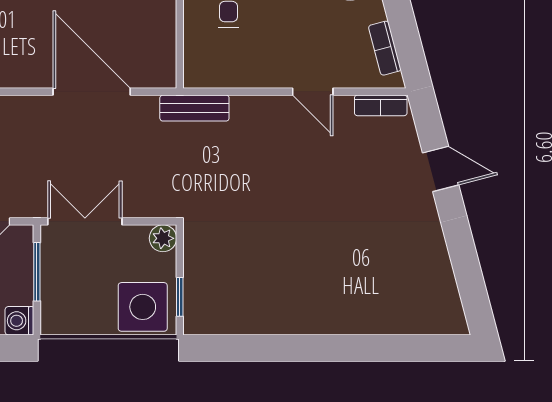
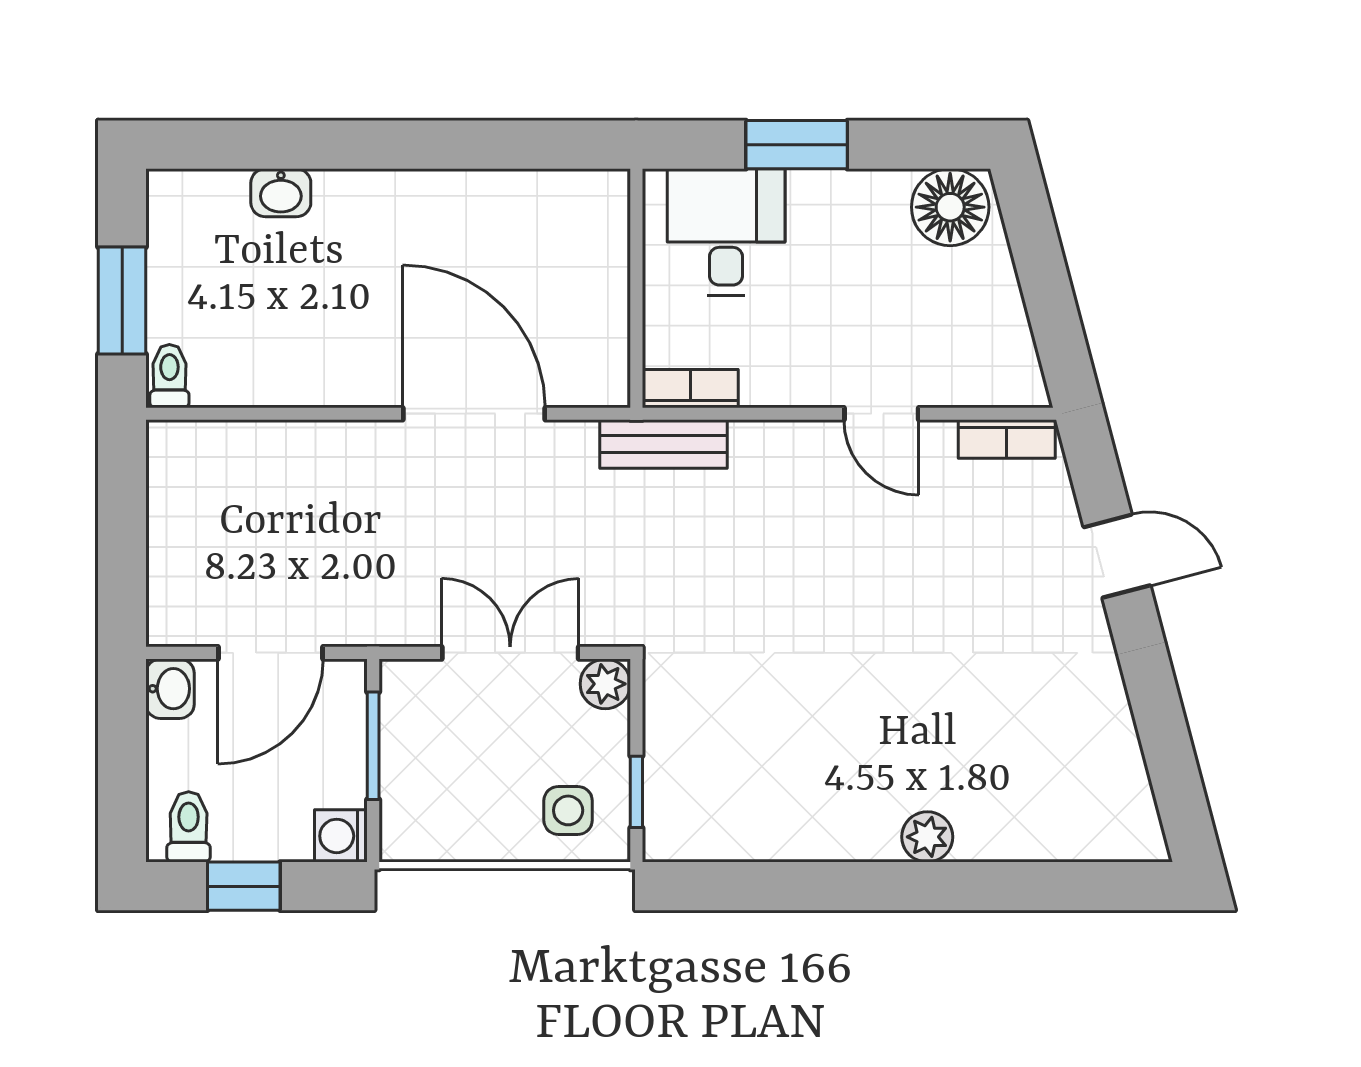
bookcase: (385, 48) -> (690, 389), moved, turned 105
double door: (85, 221) -> (510, 653), moved
side table: (143, 307) -> (568, 810), width x0.54, depth x0.54
plant: (338, 321) -> (927, 837), added

